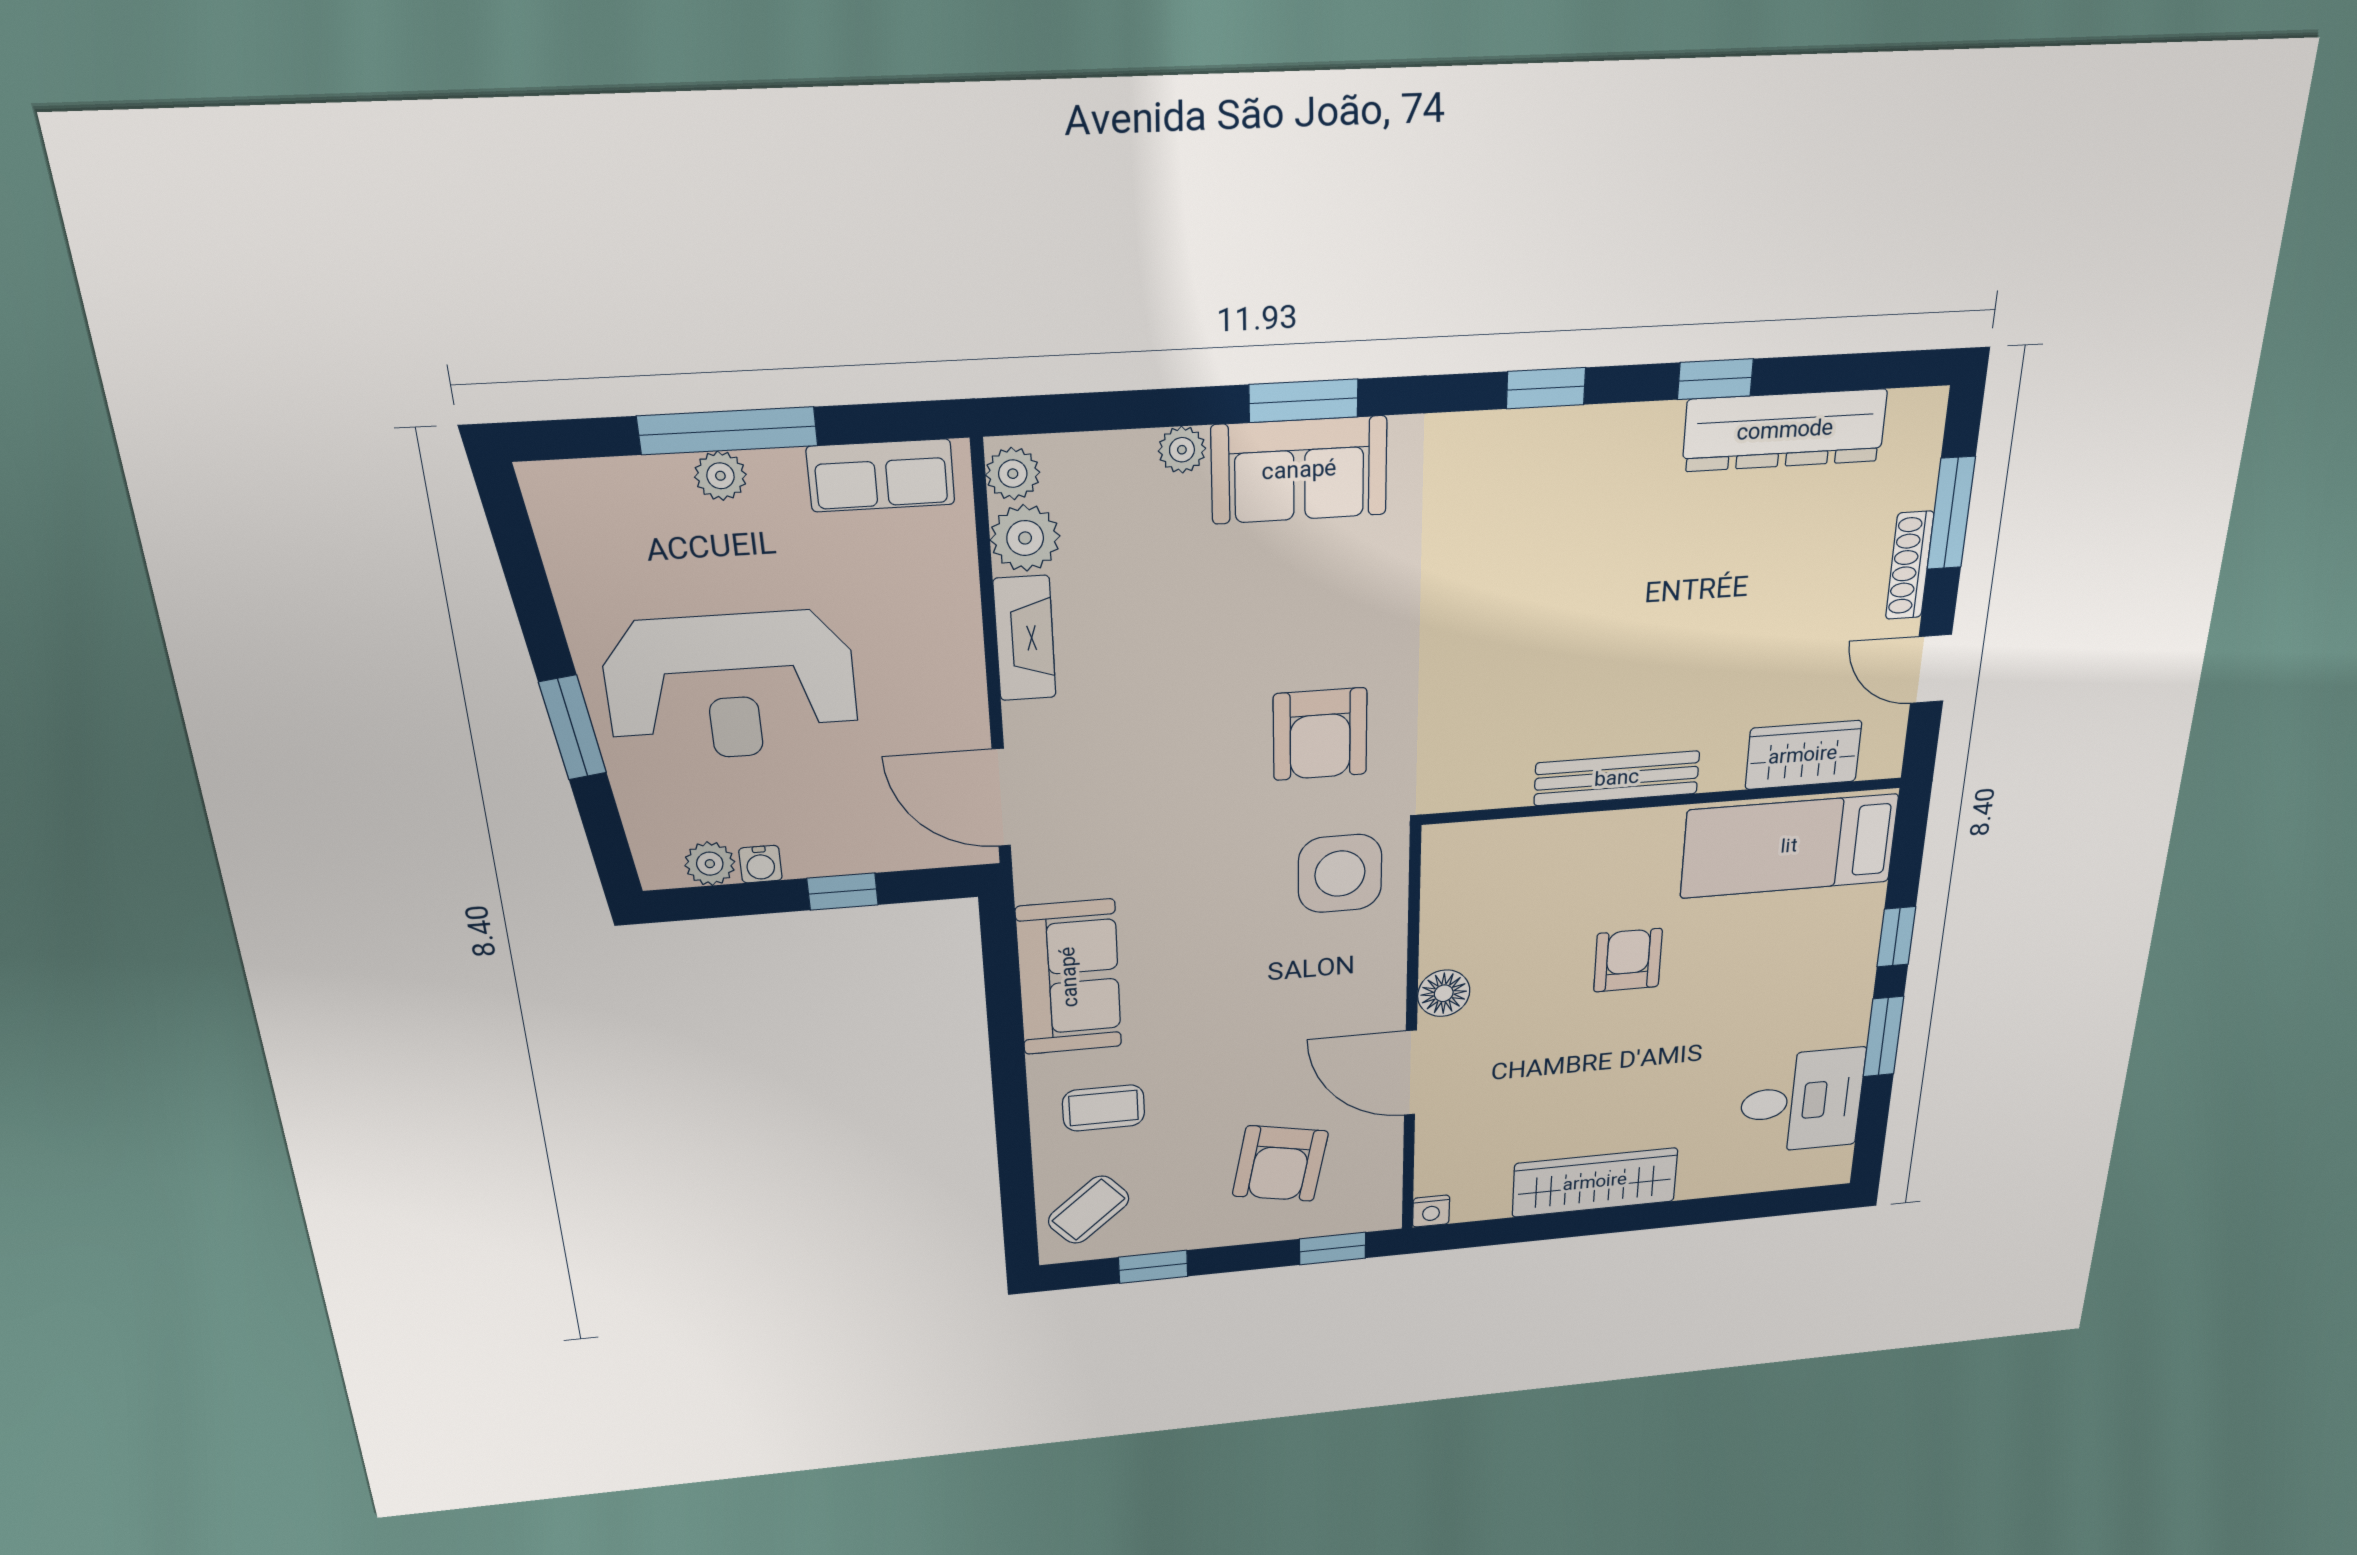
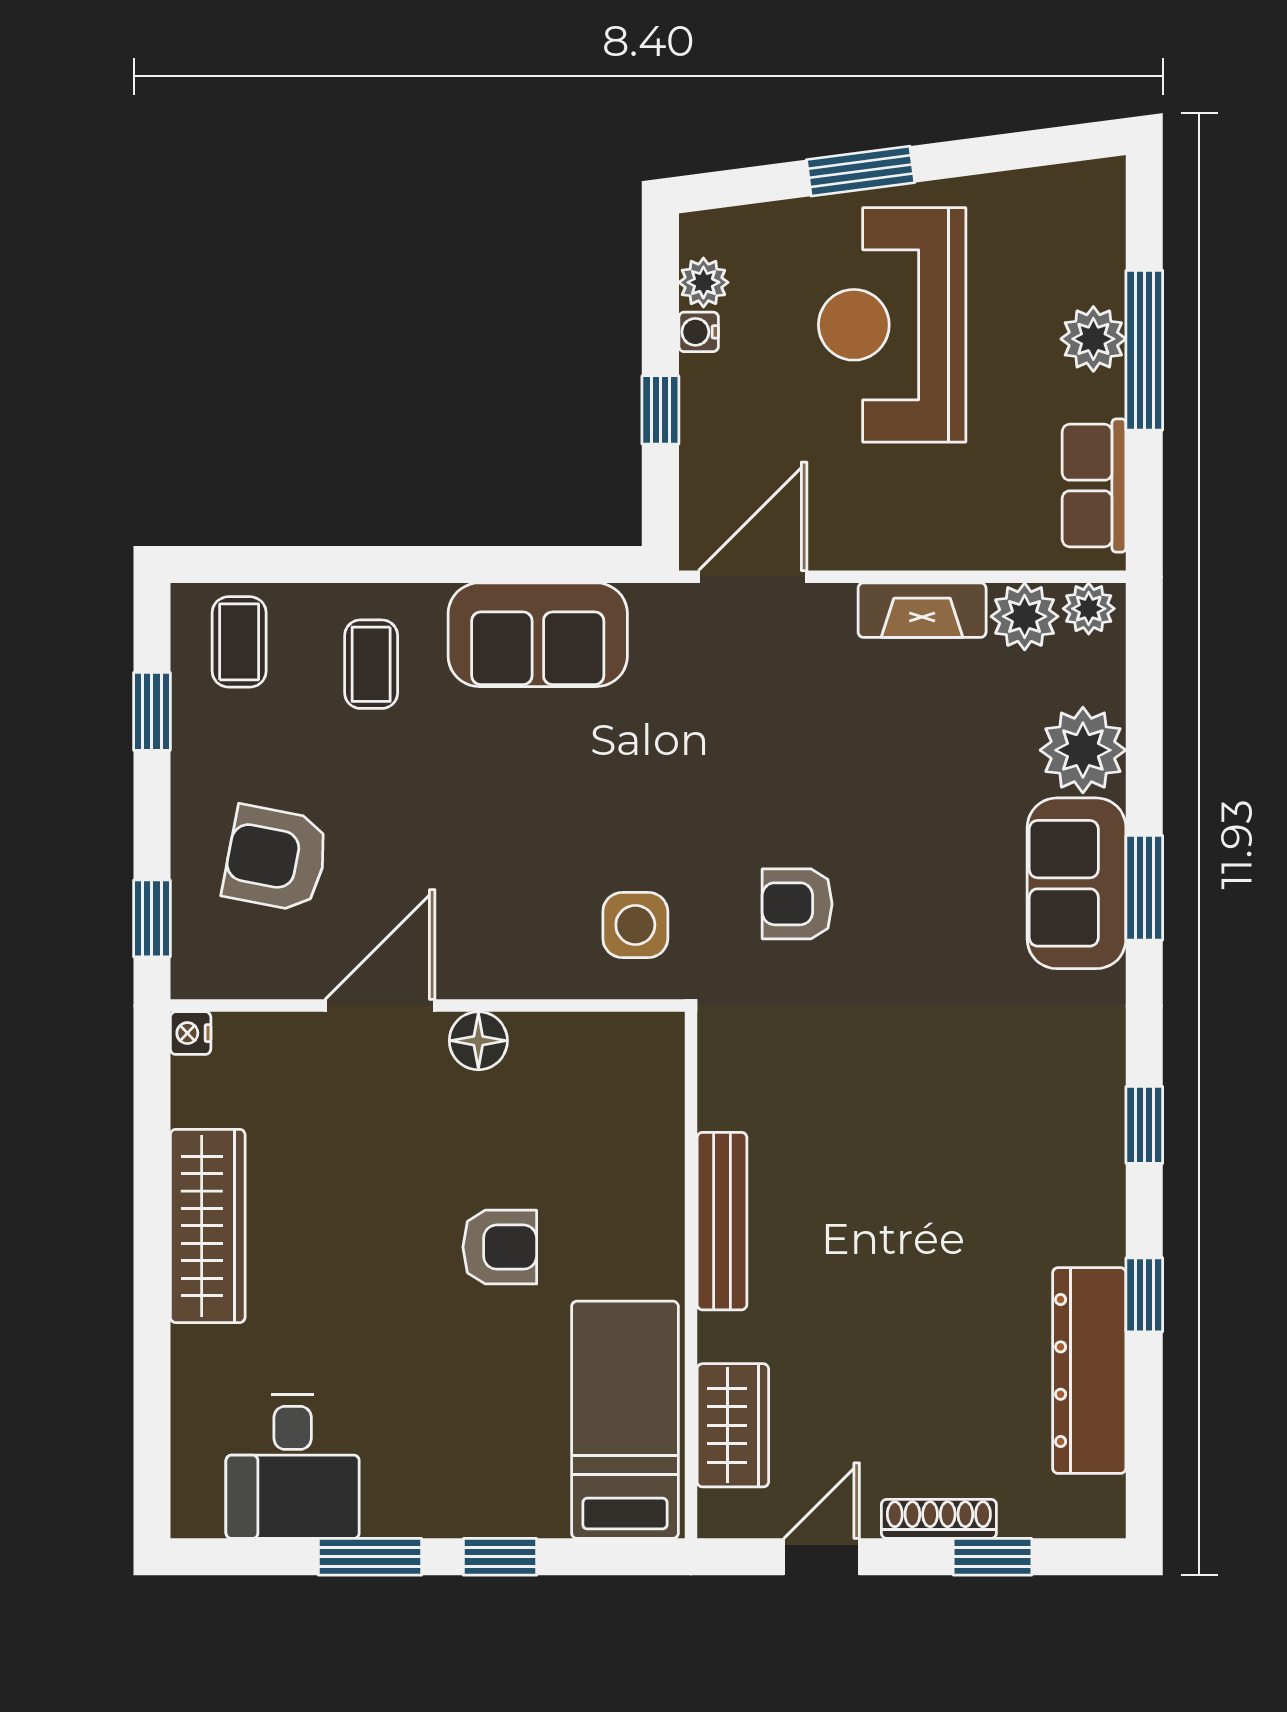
plant: (1182, 450) -> (1083, 750), width x1.88, depth x1.88
plant: (720, 476) -> (1093, 339), width x1.38, depth x1.38
window: (1951, 513) -> (992, 1557), width x0.67
armchair: (1320, 734) -> (797, 904), width x0.72, depth x0.72
side table: (1340, 874) -> (635, 925), width x0.73, depth x0.73
coffee table: (1089, 1210) -> (239, 642), turned 41

